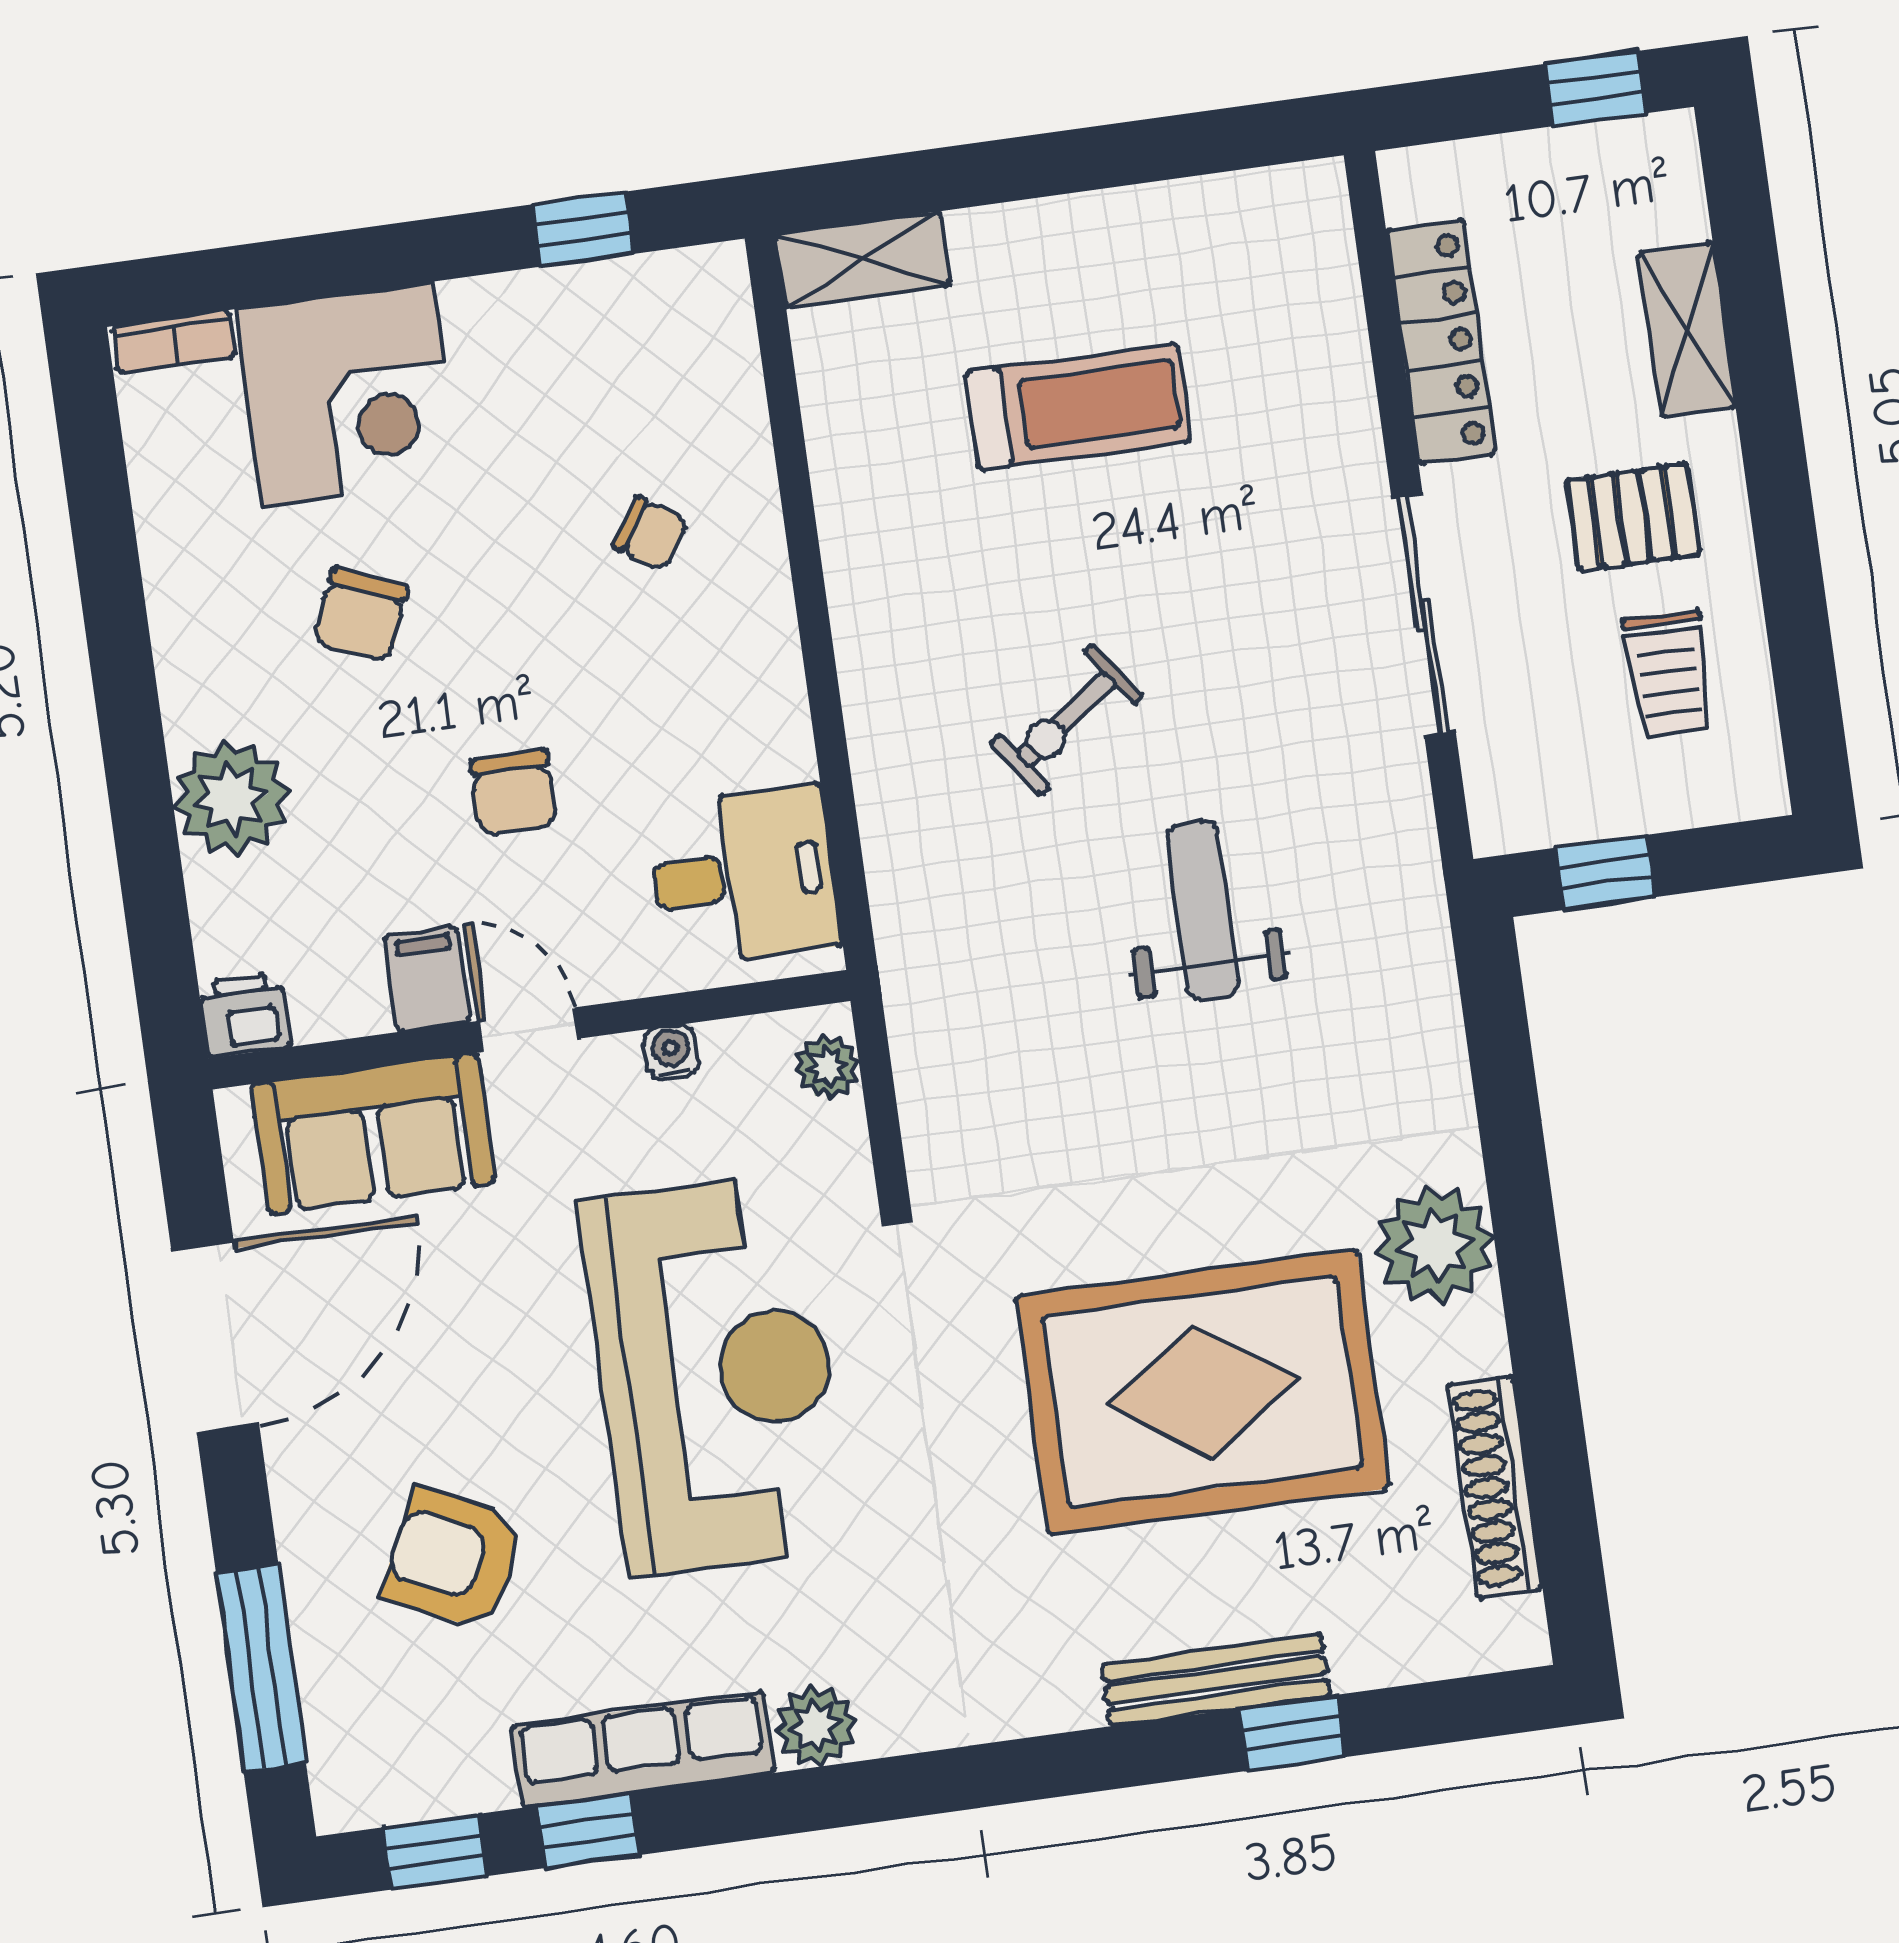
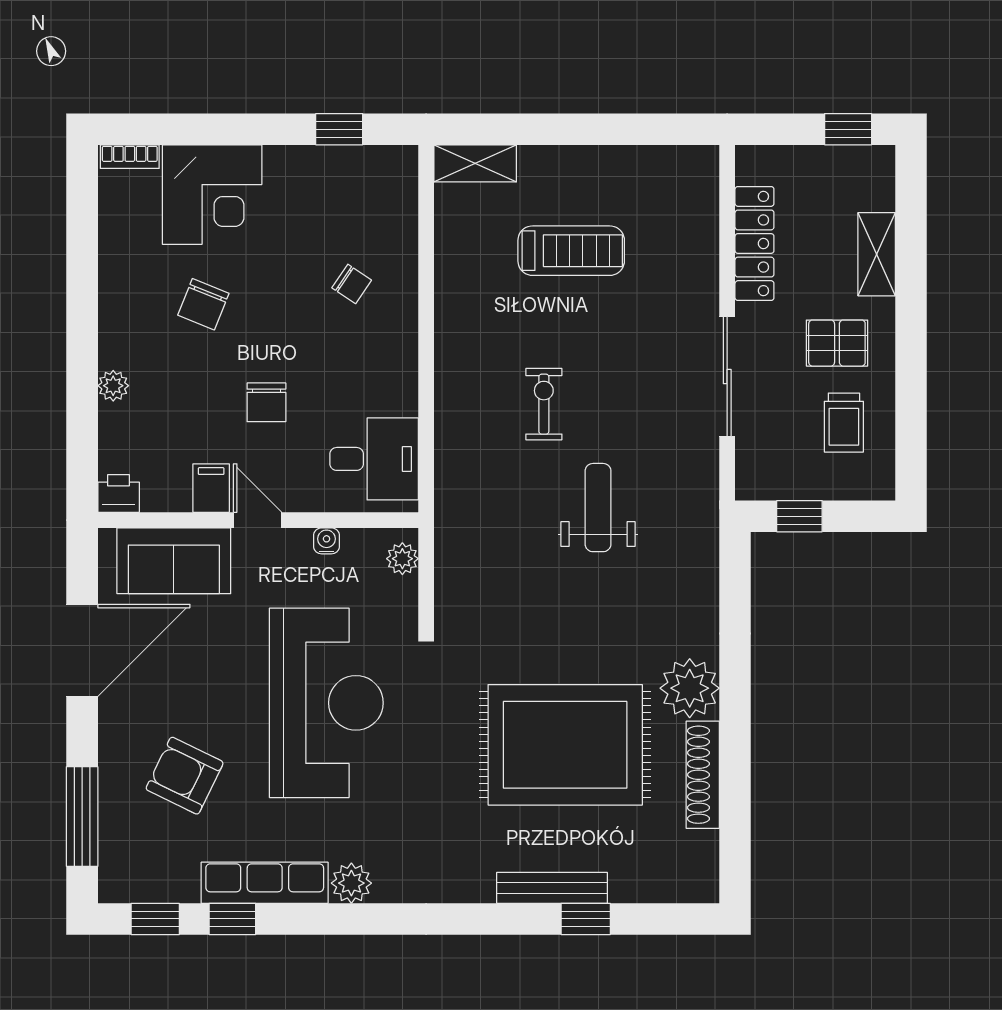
exercise bike: (1066, 720) -> (544, 404), turned 126
plant: (231, 798) -> (113, 386), width x0.53, depth x0.53
shoe rack: (1495, 1487) -> (703, 775), moved

